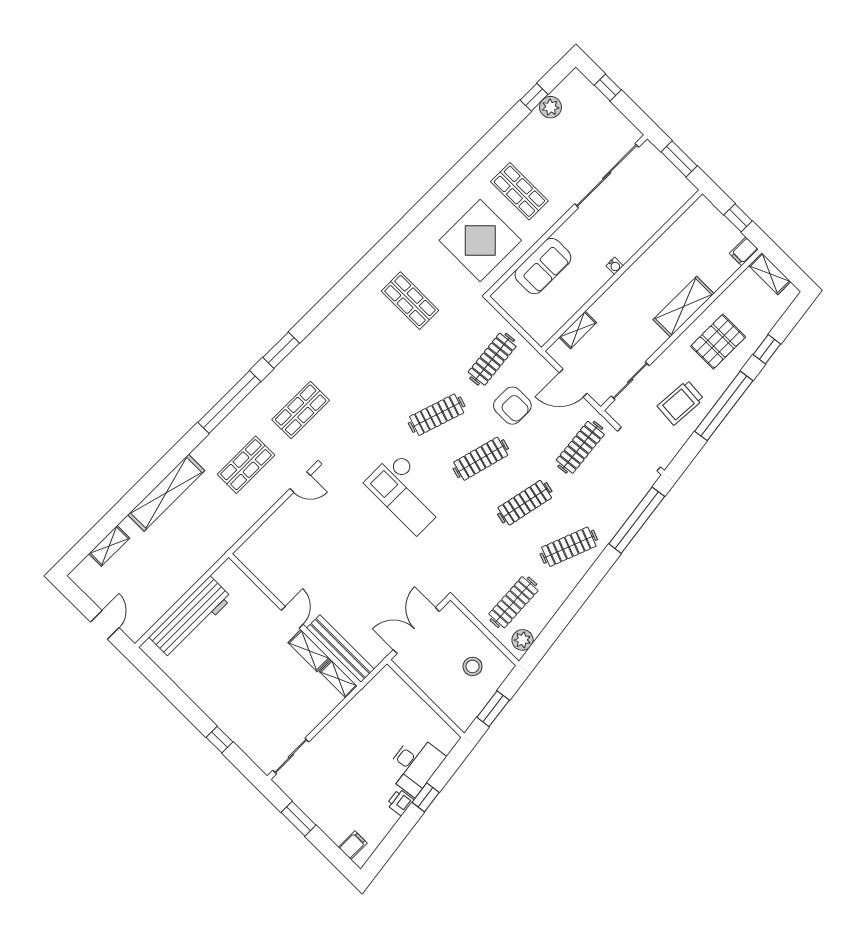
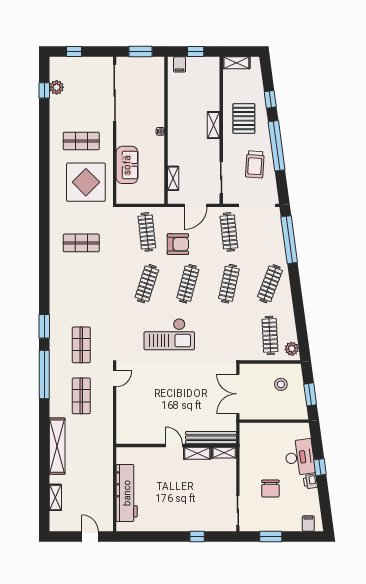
filing cabinet: (744, 251) -> (180, 64), moved
shelving: (684, 307) -> (214, 125), width x0.67, depth x0.75
chair: (350, 767) -> (270, 489), added

